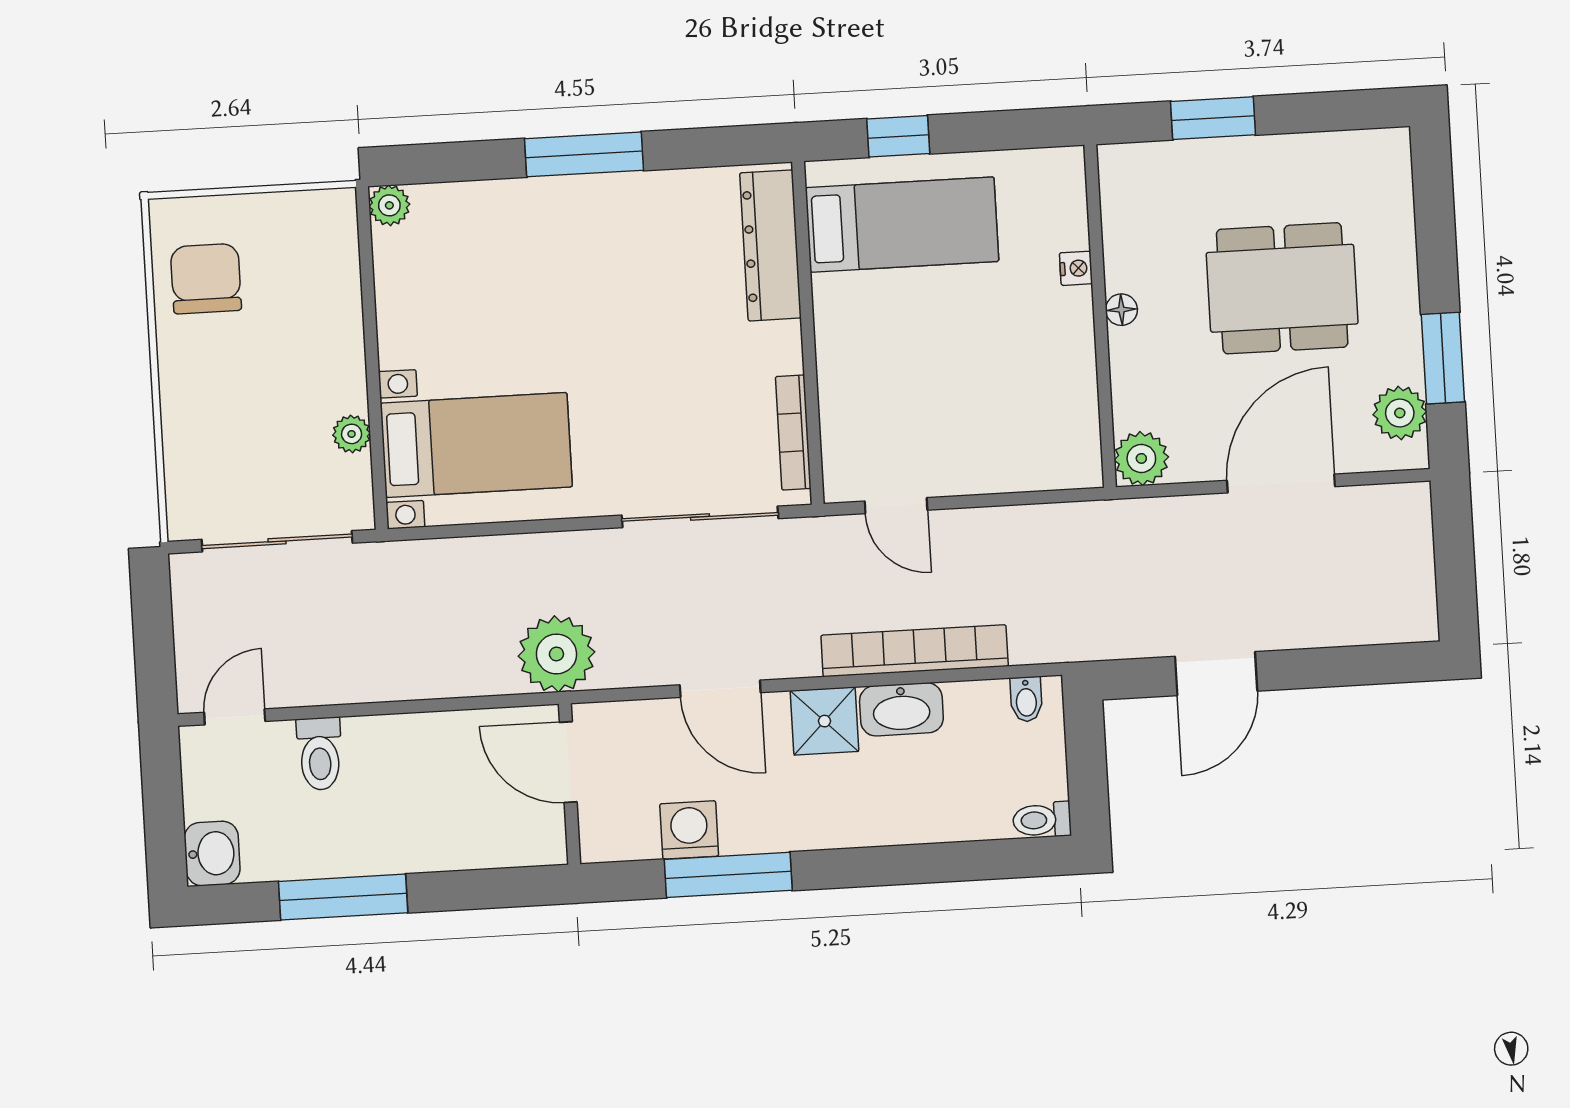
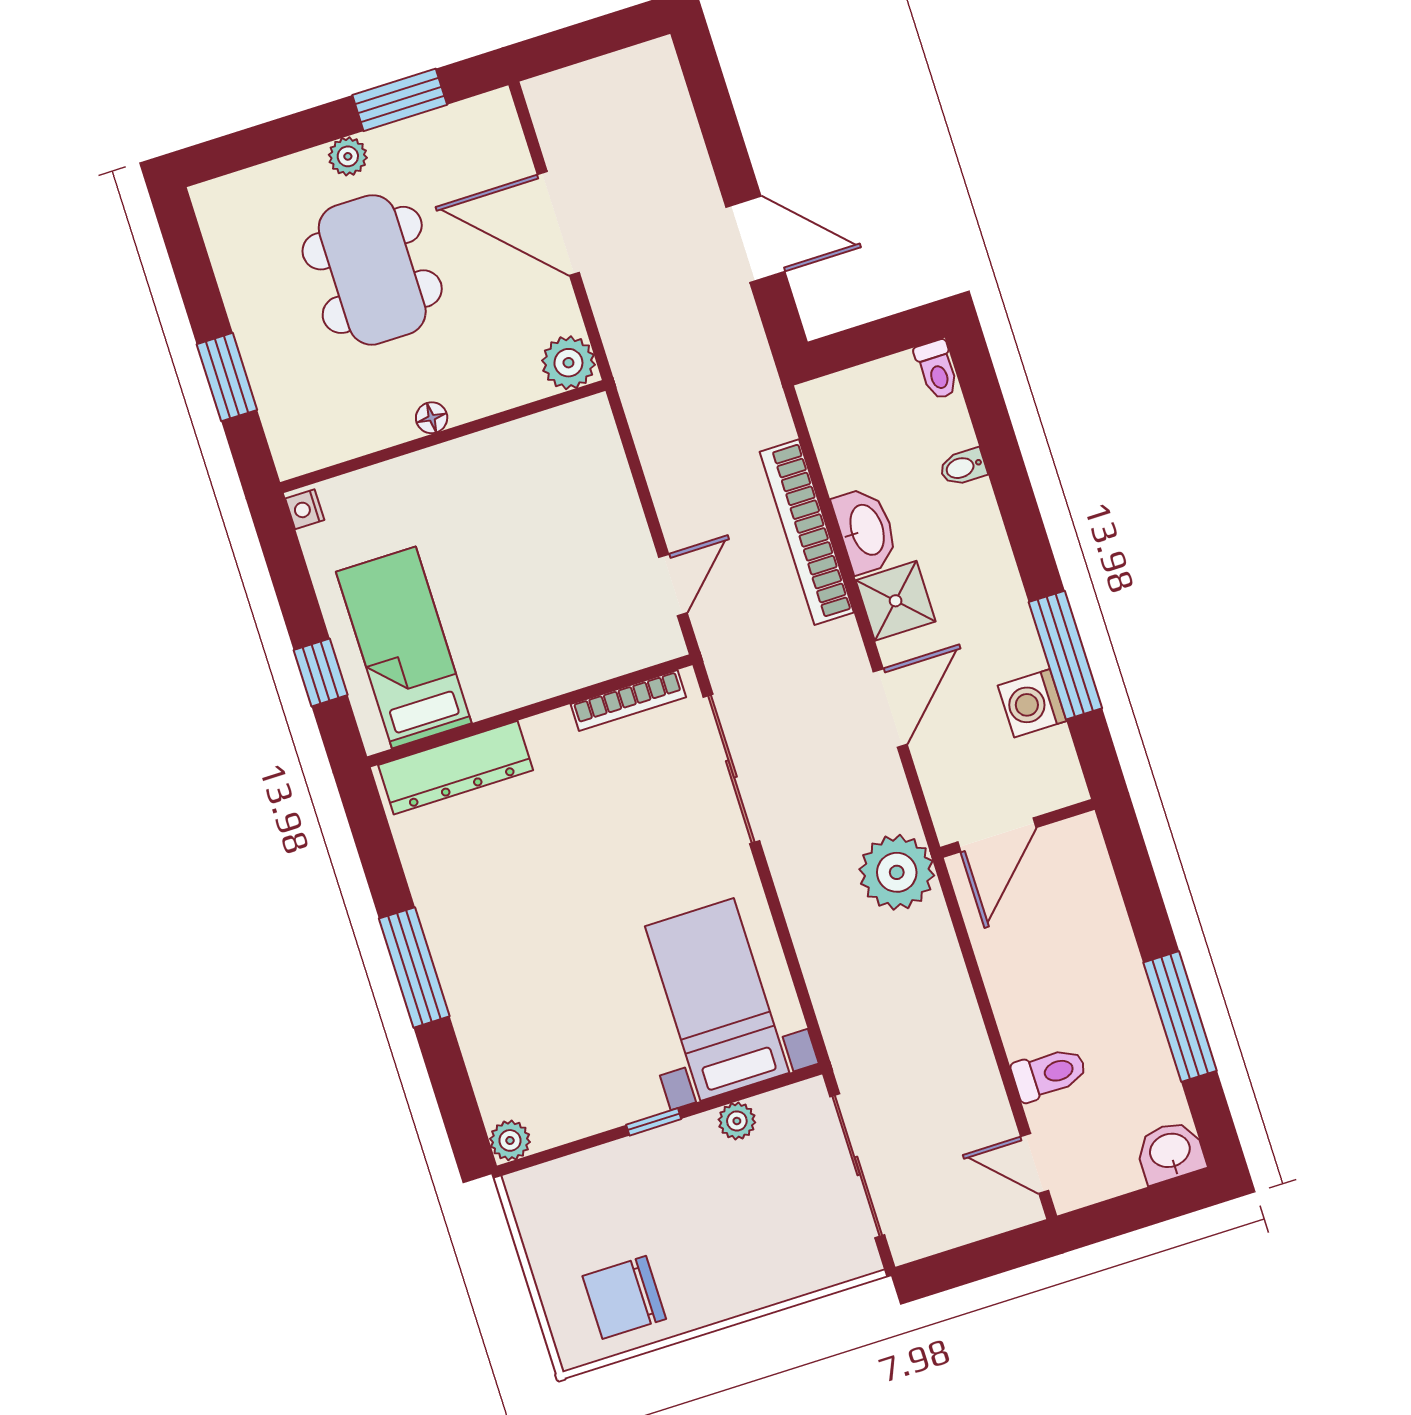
nightstand: (1076, 268) -> (305, 509), moved, turned -90
window: (372, 352) -> (654, 1122), added
plant: (1400, 413) -> (348, 156), moved, width x0.73, depth x0.73
bidet: (1026, 699) -> (963, 467), moved, turned 180

